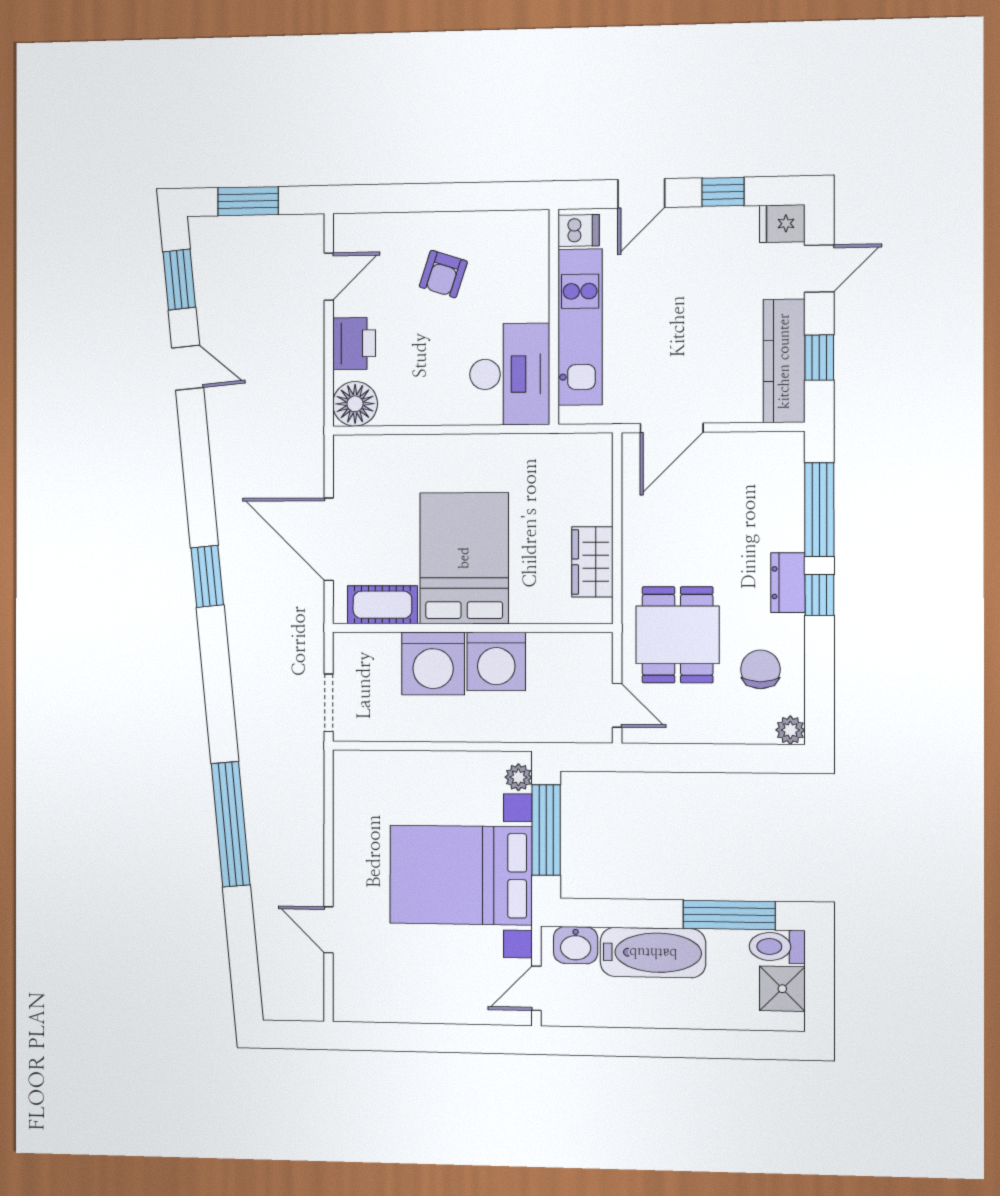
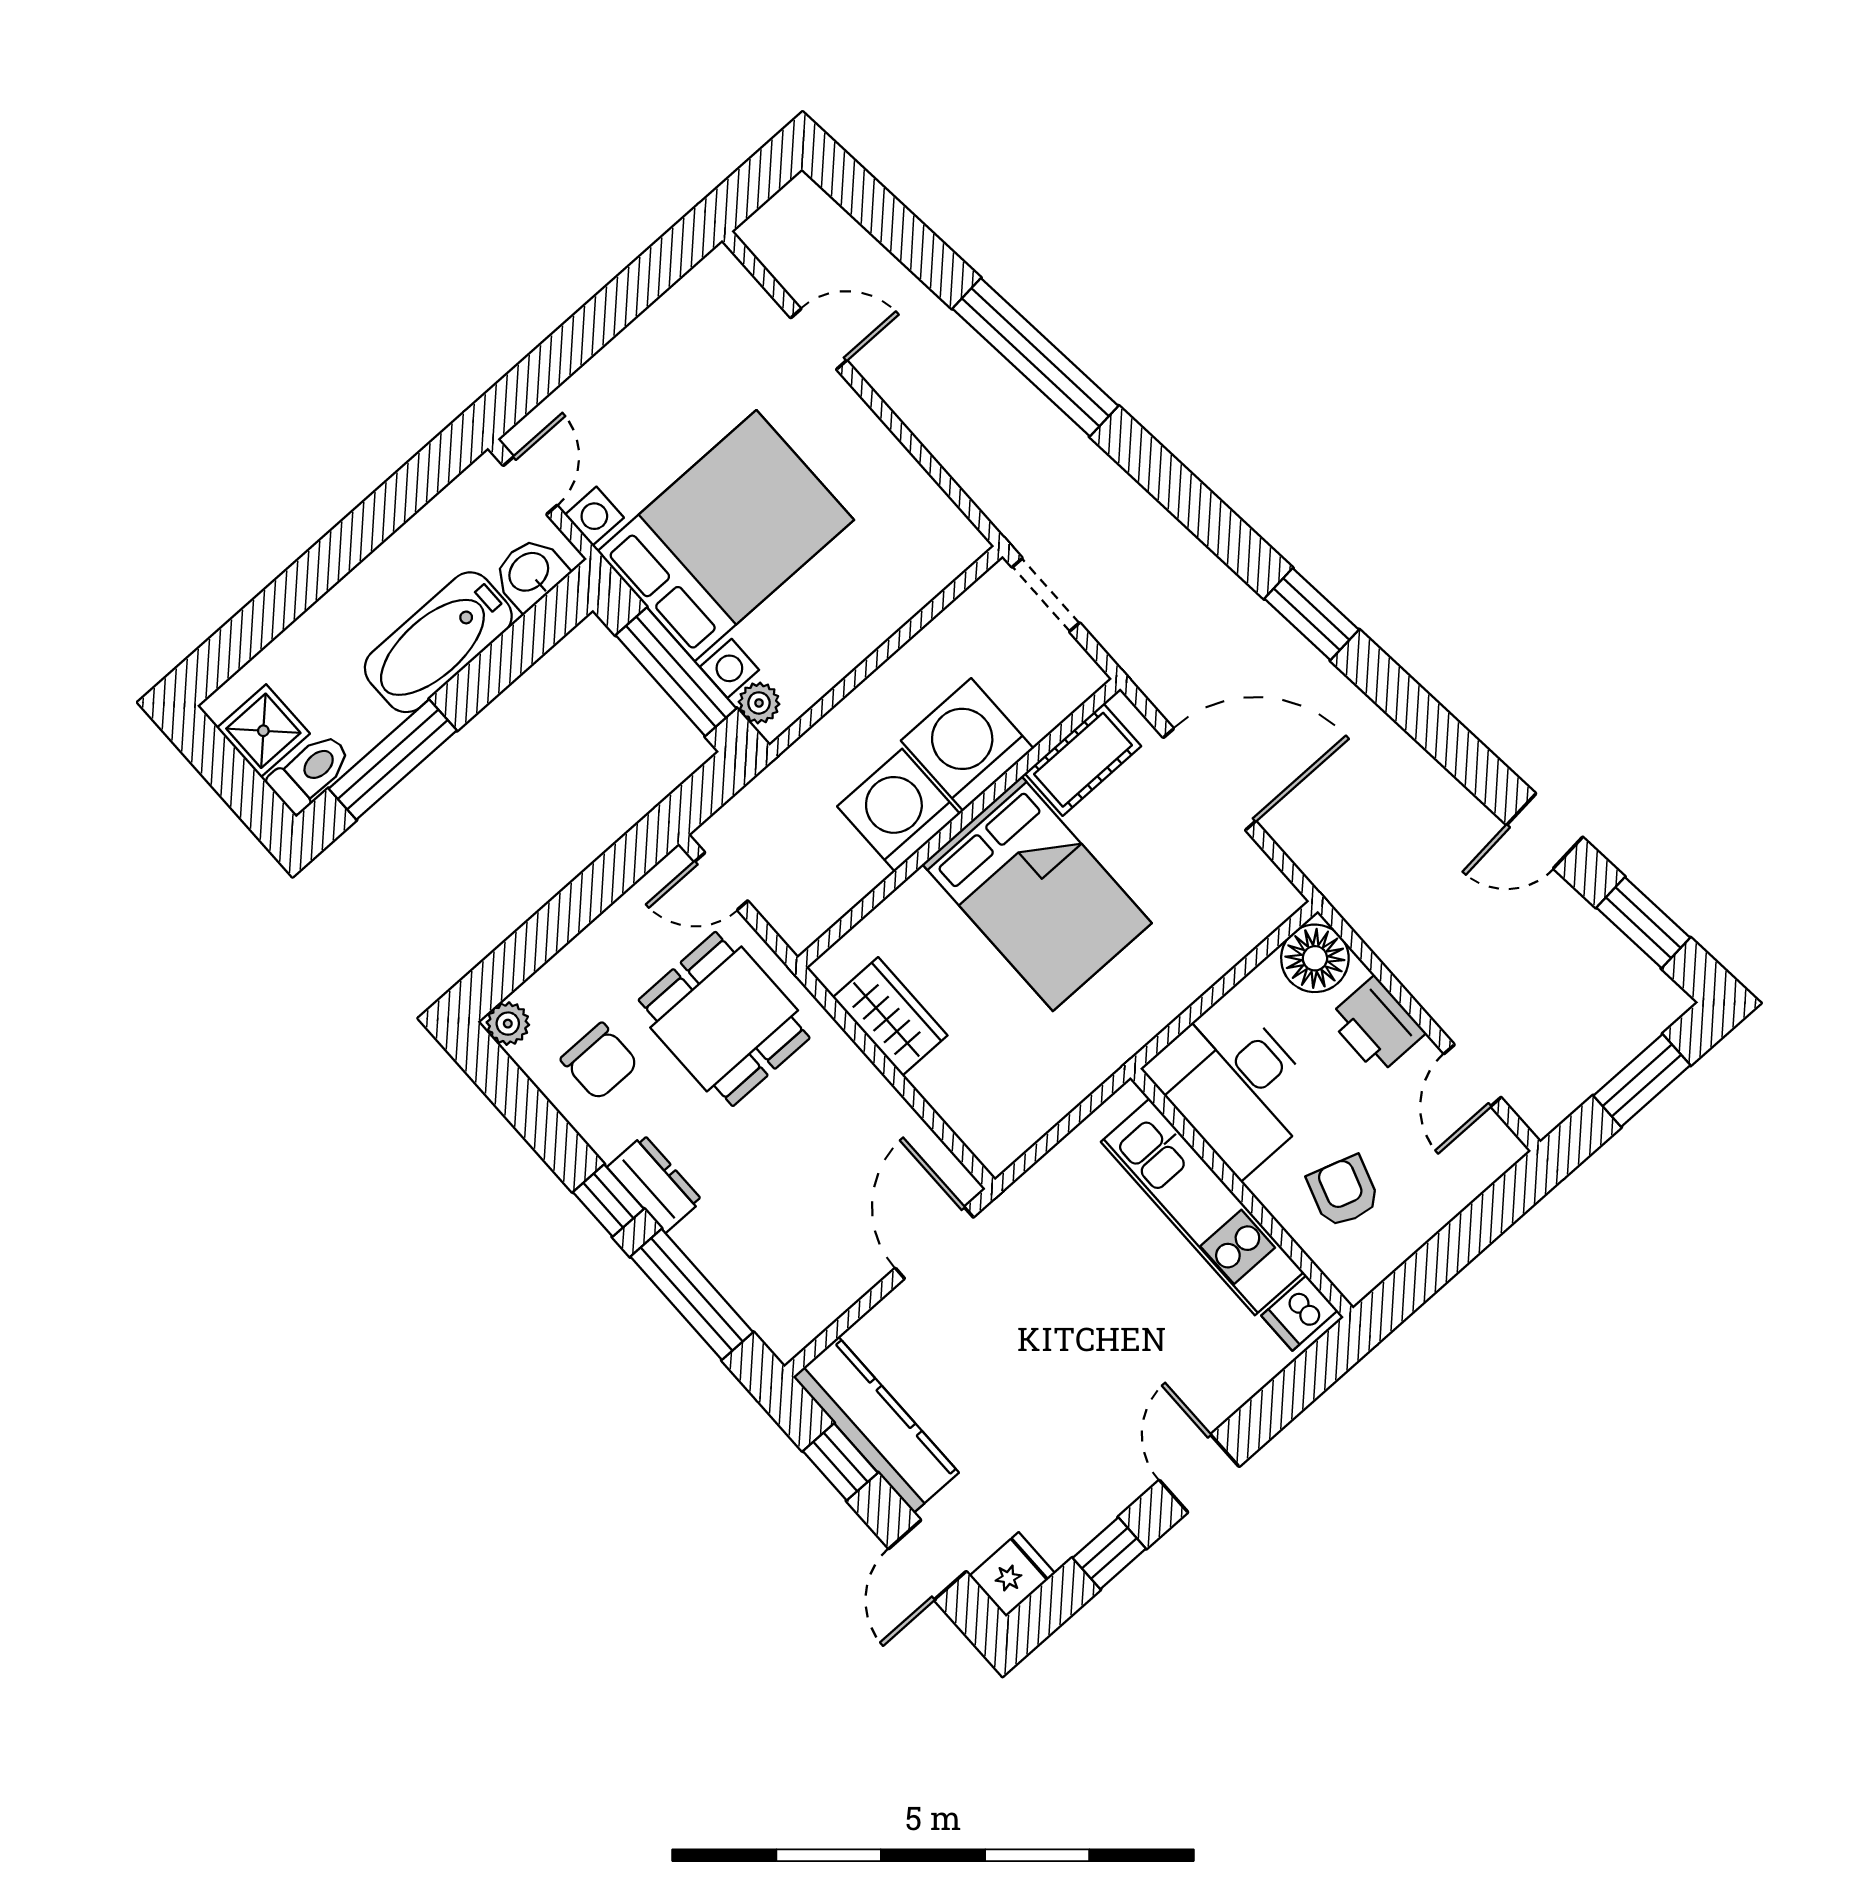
dishwasher: (579, 231) -> (1299, 1313), moved
wall: (554, 317) -> (1242, 1193), moved
kitchen unit: (580, 327) -> (1202, 1207), moved
desk: (510, 374) -> (1235, 1086), moved

